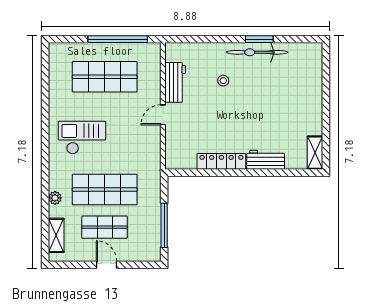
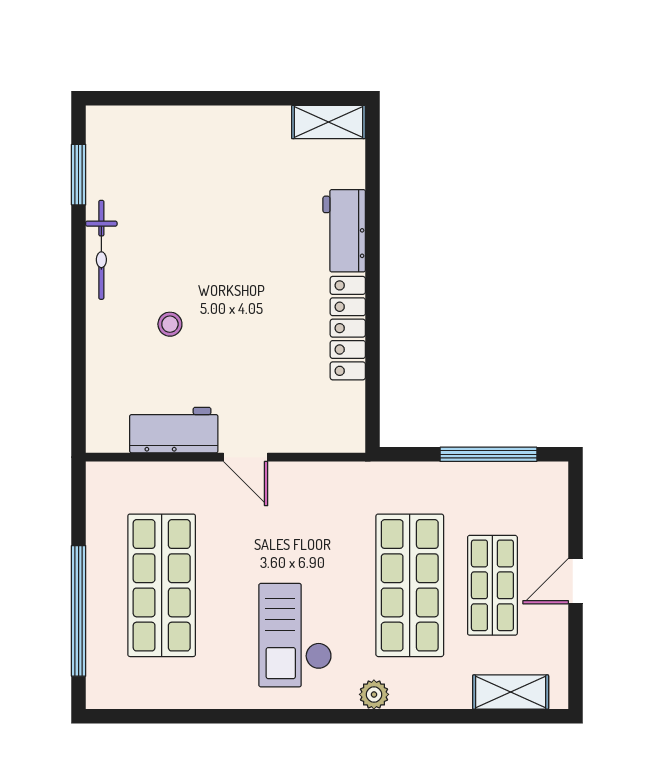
window: (118, 39) -> (79, 611), moved
window: (259, 39) -> (79, 175), moved
bicycle: (257, 52) -> (101, 250), width x0.73, depth x0.71
plant: (55, 198) -> (374, 694), moved

